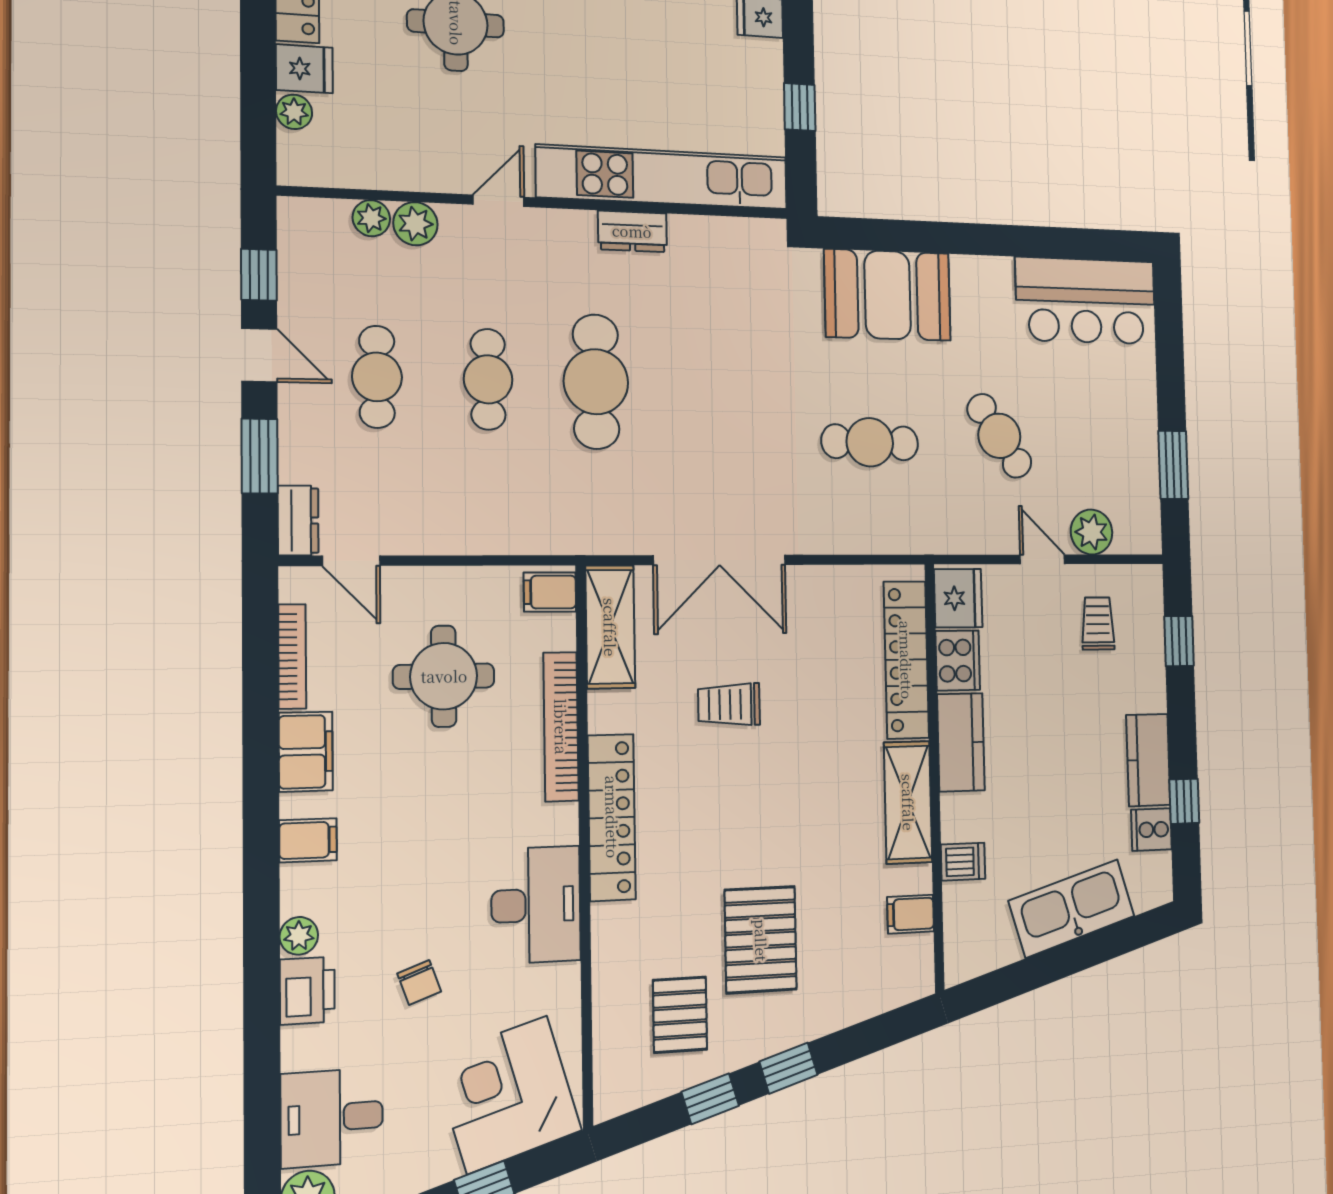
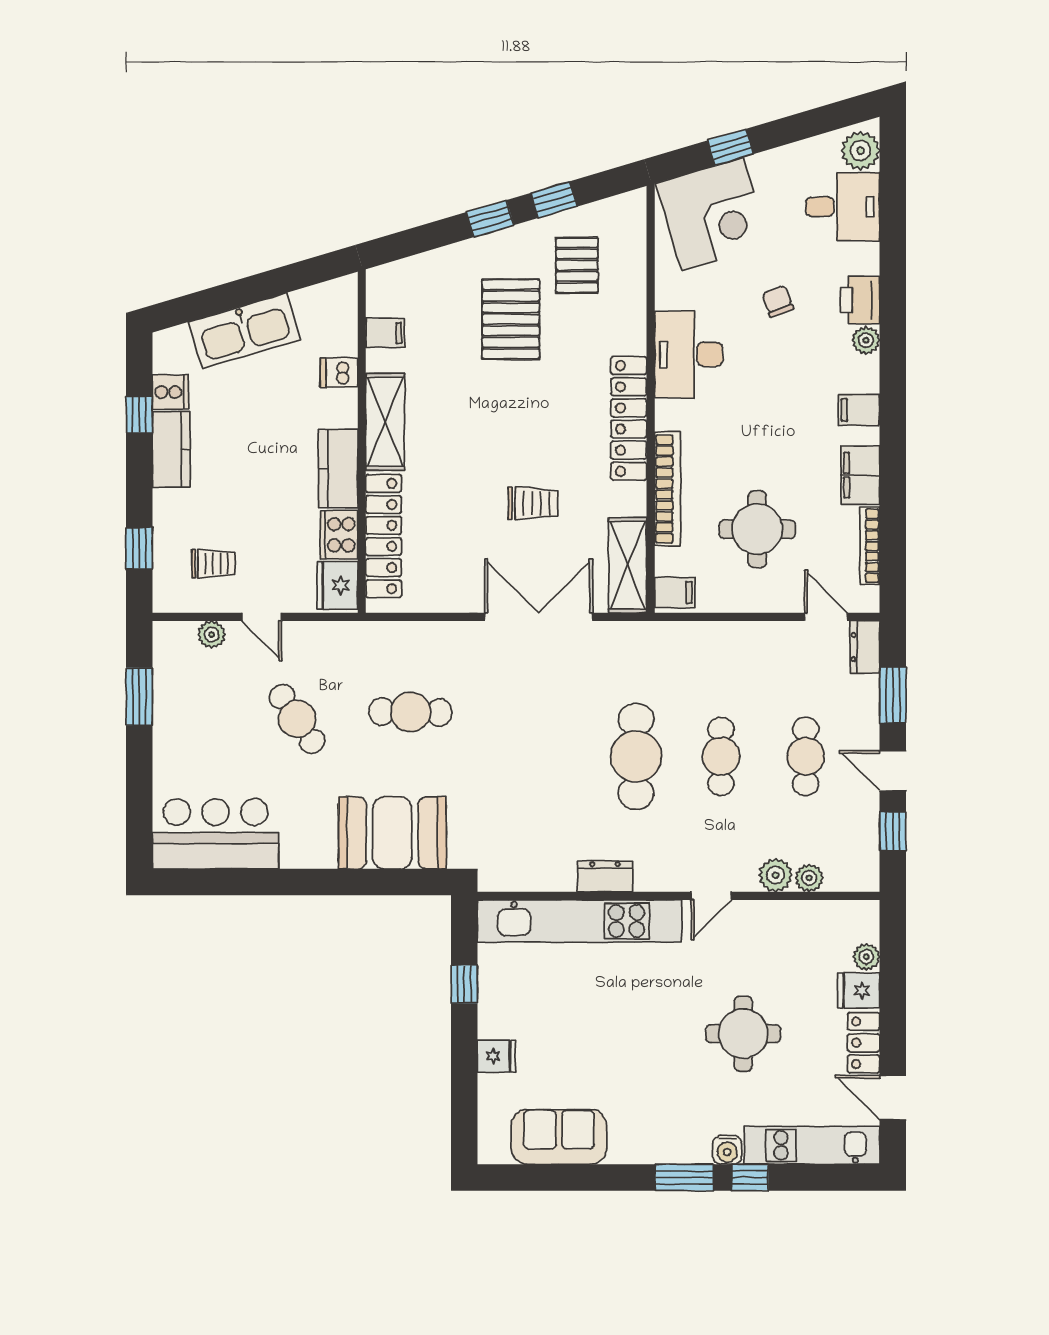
plant: (1091, 532) -> (212, 634), width x0.73, depth x0.73
trolley: (1098, 624) -> (213, 564), turned -90

